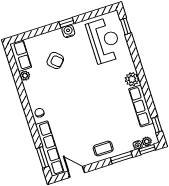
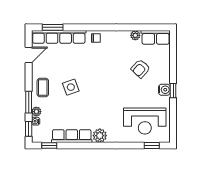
side table: (94, 122) -> (71, 87), added
plant: (147, 141) -> (36, 112), moved

